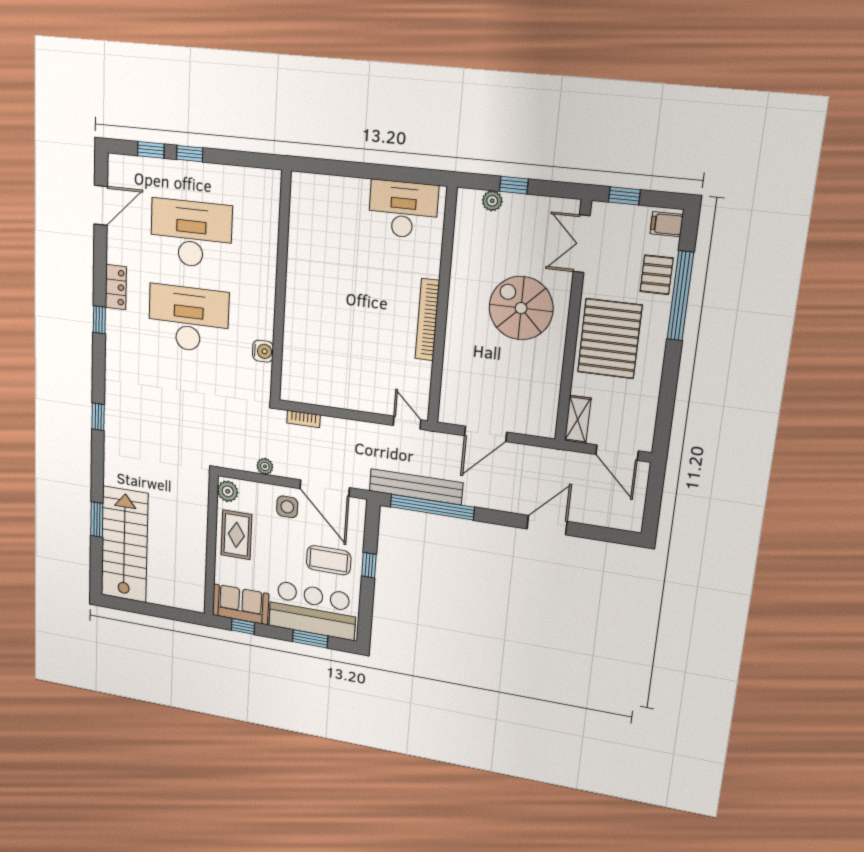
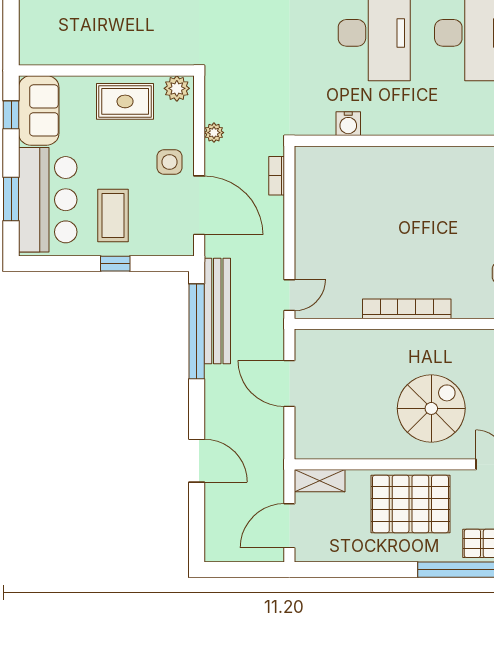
door: (325, 488) -> (199, 205), swing flipped

